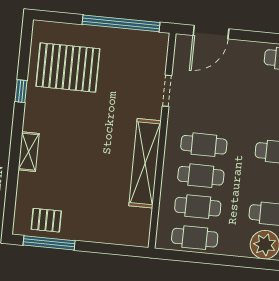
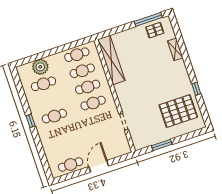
window: (121, 23) -> (162, 145), width x0.47
door: (211, 32) -> (99, 166), moved
shelving: (29, 152) -> (175, 49), moved
shelving: (145, 163) -> (111, 60), moved

